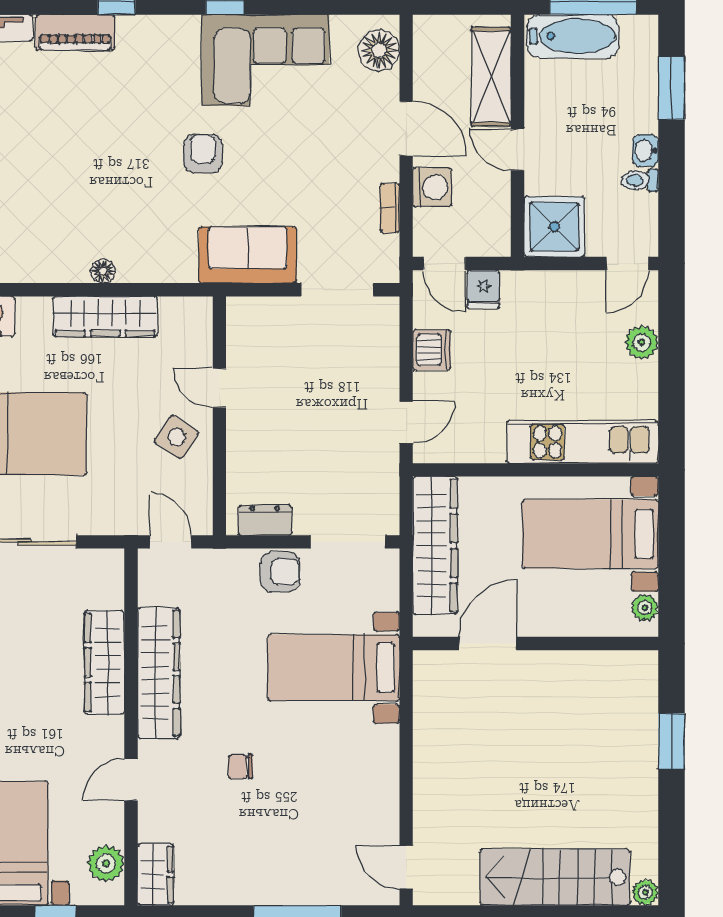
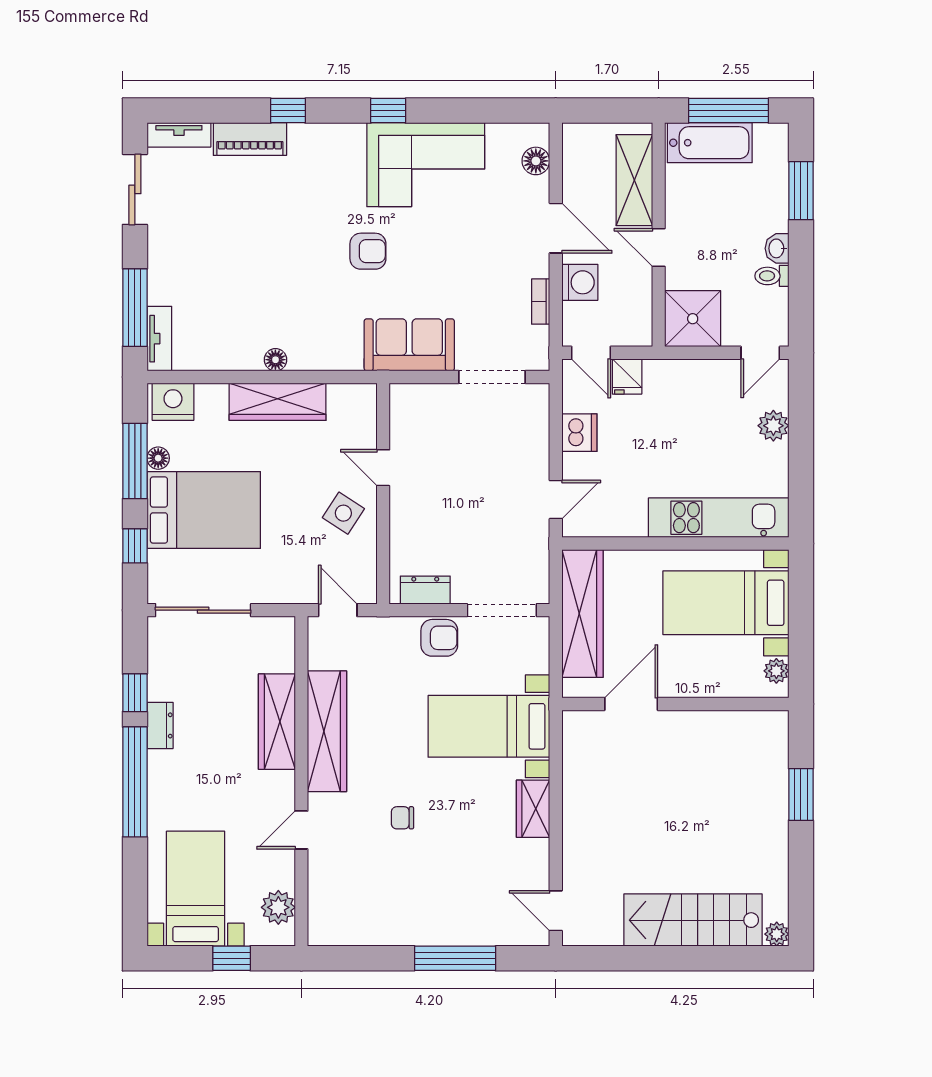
floor lamp: (379, 50) -> (536, 161), width x0.73, depth x0.73
armchair: (203, 154) -> (368, 251), turned 90
wardrobe: (155, 875) -> (533, 809), moved, turned 180

